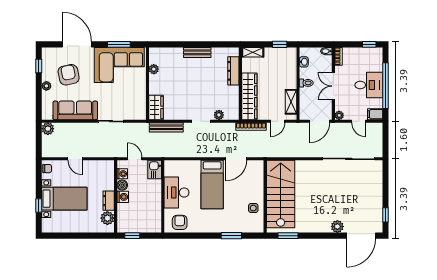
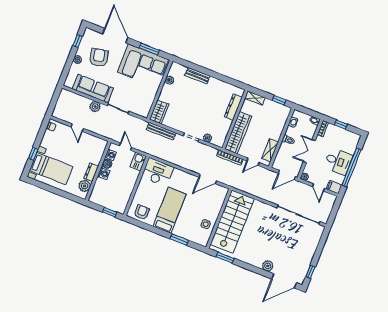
window: (369, 44) -> (341, 125), moved
bench: (197, 52) -> (197, 76), moved
plant: (48, 129) -> (95, 106), moved
bed: (212, 185) -> (170, 210), moved, turned 180
desk: (176, 193) -> (158, 172), moved, turned 90
bed with nightstands: (64, 199) -> (51, 169), moved
window: (132, 236) -> (110, 212), moved

